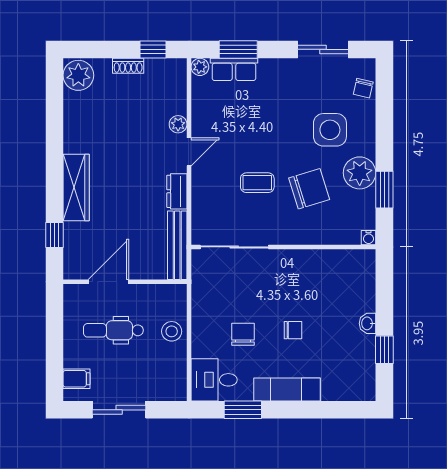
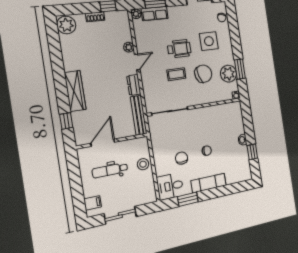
wheelchair: (270, 137) -> (179, 49), added
plant: (360, 173) -> (228, 74), moved

